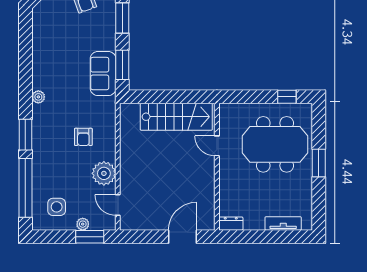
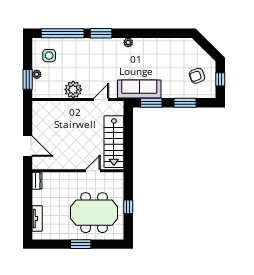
sofa: (103, 74) -> (139, 89), width x1.36
window: (287, 97) -> (128, 207), moved
armchair: (83, 137) -> (99, 75), removed
meeting table: (275, 144) -> (94, 213), turned 90
door: (118, 205) -> (101, 100), moved

